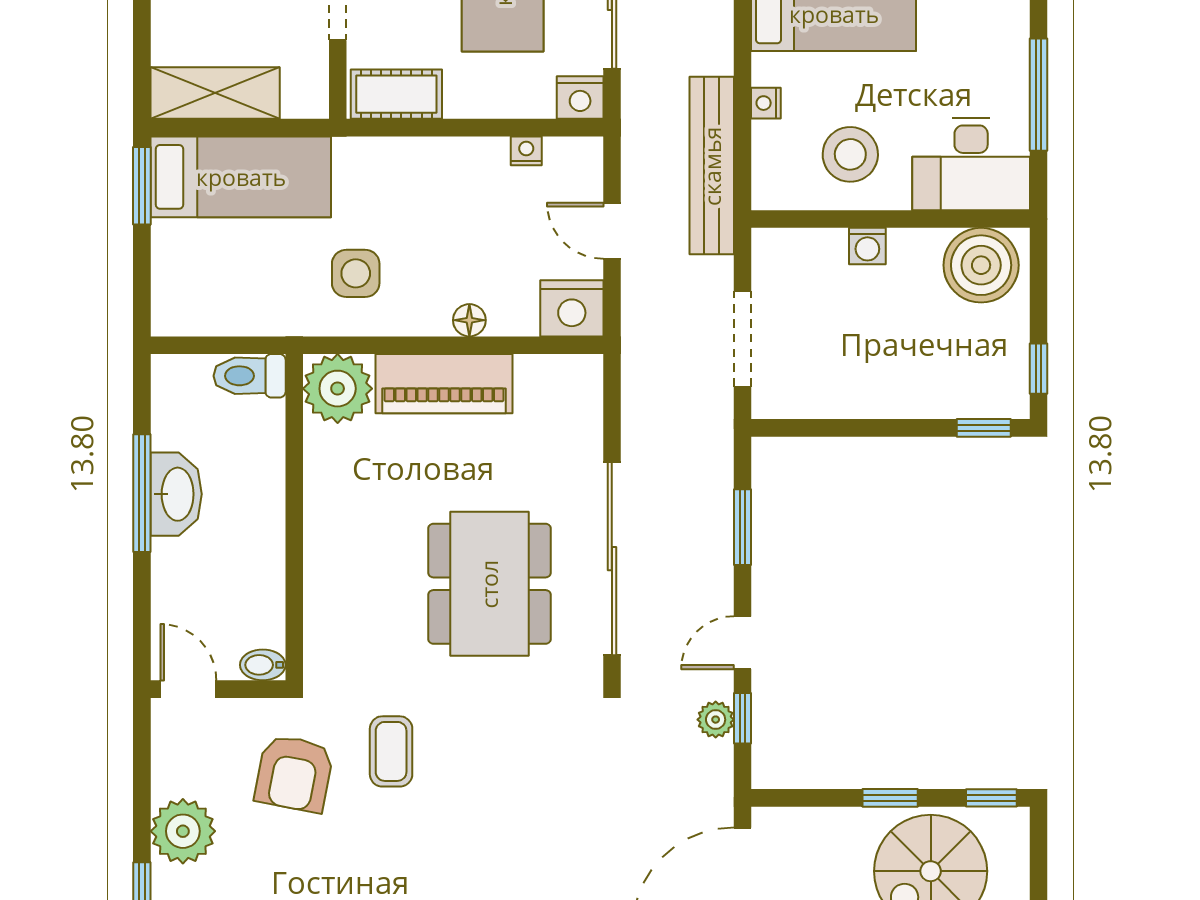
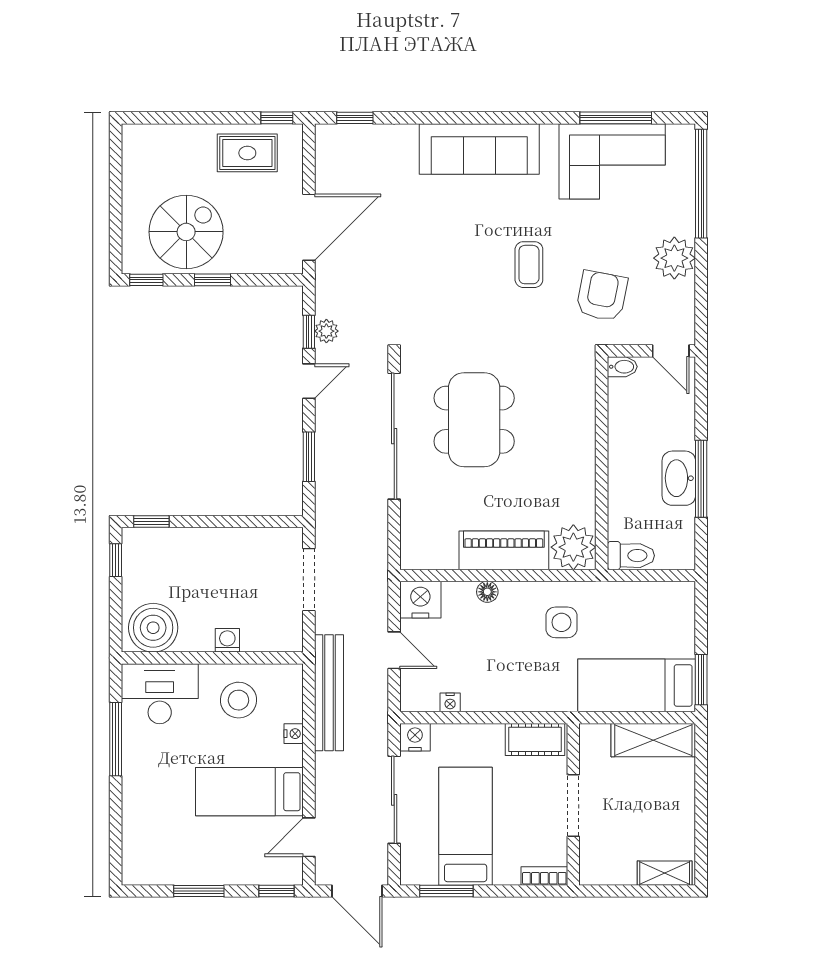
coffee table: (391, 751) -> (529, 265), moved

